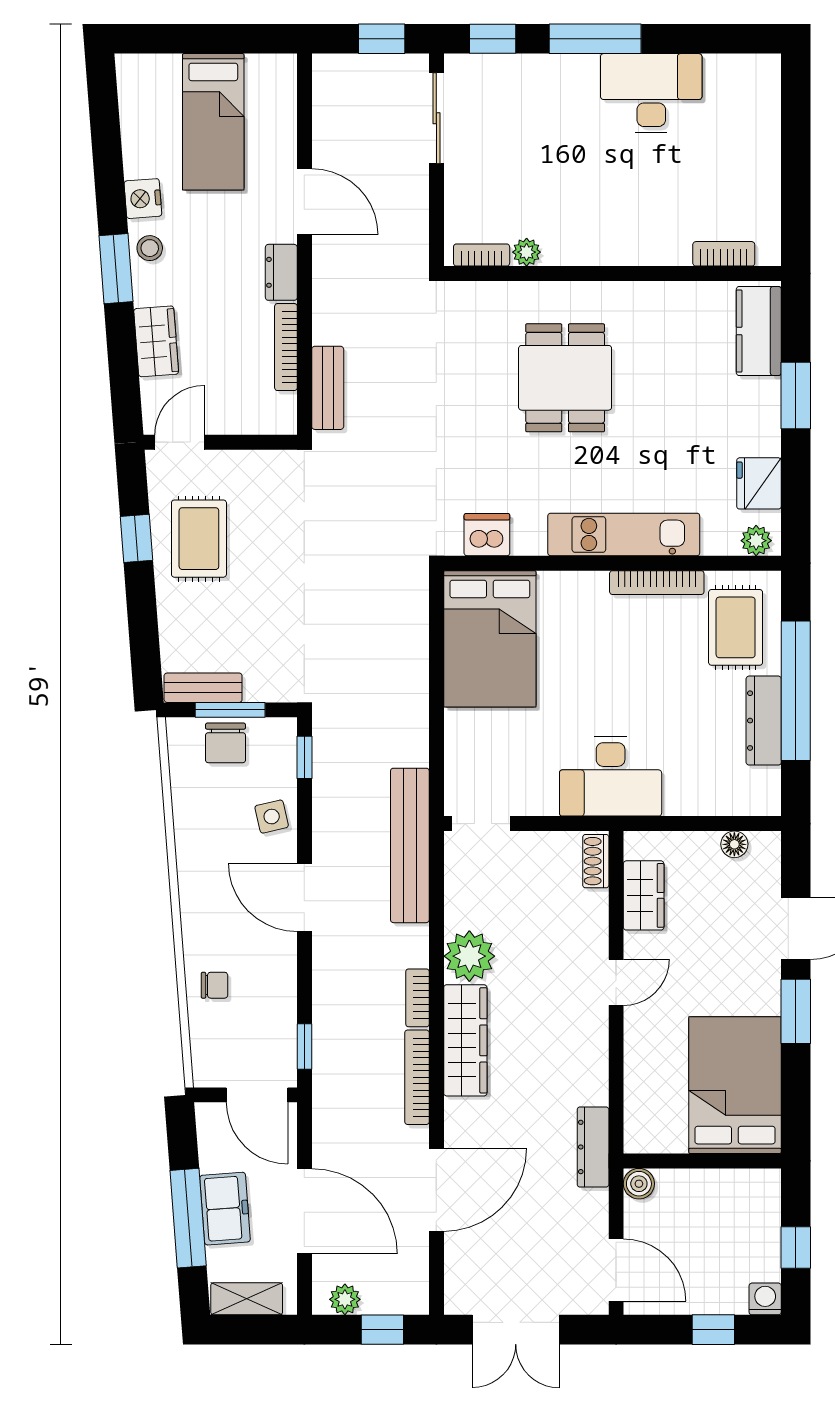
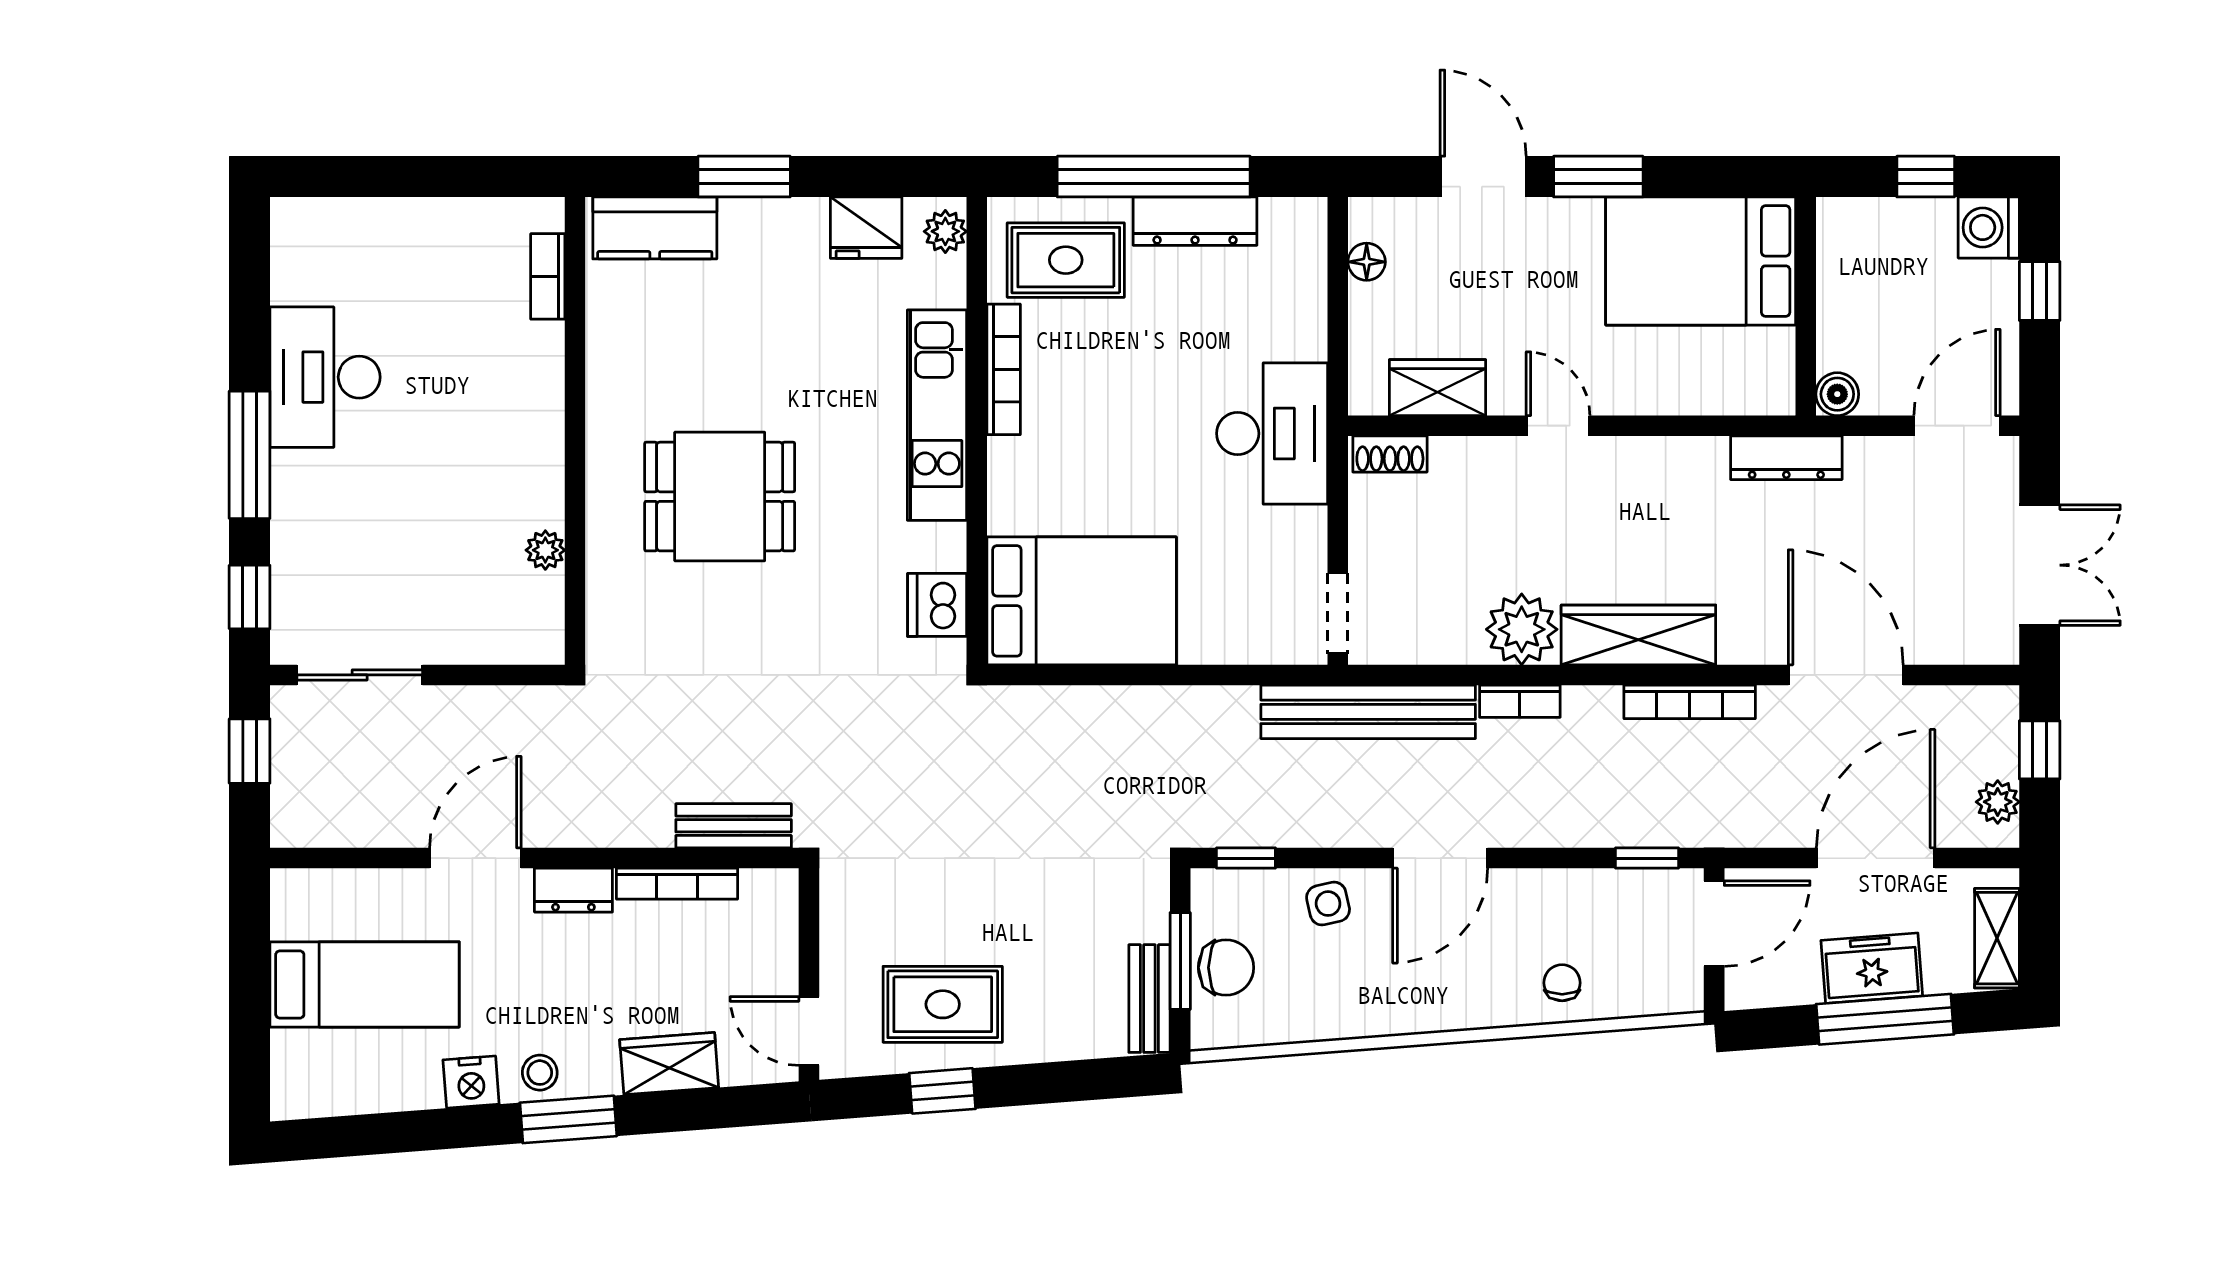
bookcase: (482, 255) -> (549, 612), removed
bookcase: (417, 998) -> (1520, 701), moved
washing machine: (765, 1299) -> (1989, 227), width x1.38, depth x1.38

